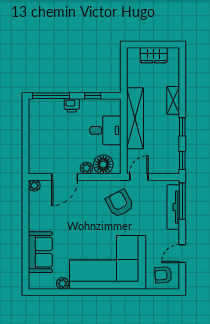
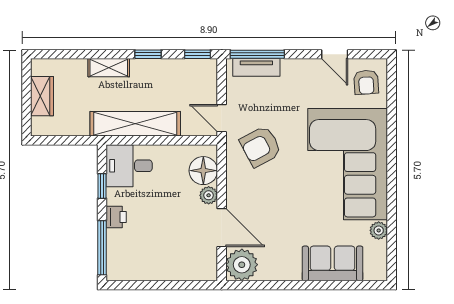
desk: (105, 130) -> (129, 166), moved, turned -90
plant: (34, 186) -> (242, 265), width x1.87, depth x1.87
tv unit: (173, 207) -> (256, 67), width x0.71

